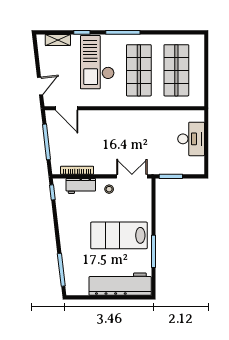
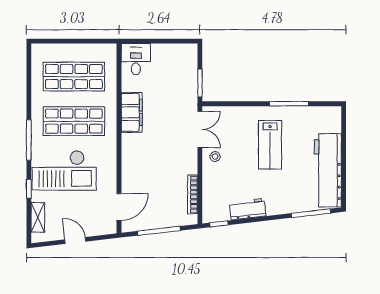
door: (40, 86) -> (75, 240), moved
filing cabinet: (146, 119) -> (132, 112), added
desk: (191, 139) -> (136, 59), moved, width x0.73
double door: (132, 176) -> (200, 129), swing flipped
workbench: (81, 186) -> (248, 209), moved, turned -97
lab bench: (119, 235) -> (270, 145), width x0.73, depth x0.72
workbench: (120, 284) -> (328, 170), moved

